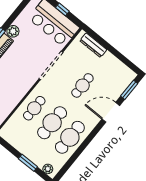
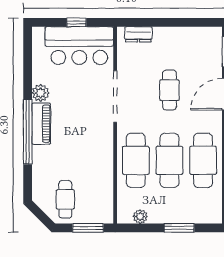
dresser: (93, 45) -> (138, 34), width x0.70
cafe table: (34, 108) -> (136, 160), width x1.37, depth x1.35
plant: (48, 169) -> (140, 217), moved

